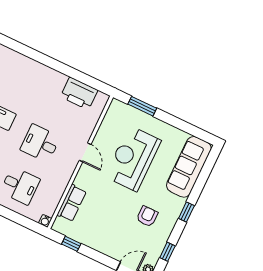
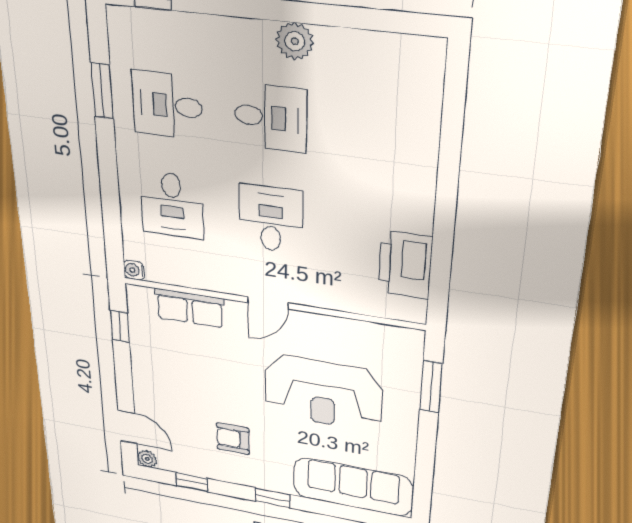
door: (85, 152) -> (268, 303), moved
reception desk: (133, 159) -> (323, 393), turned 180
armchair: (147, 216) -> (233, 439), turned 180

